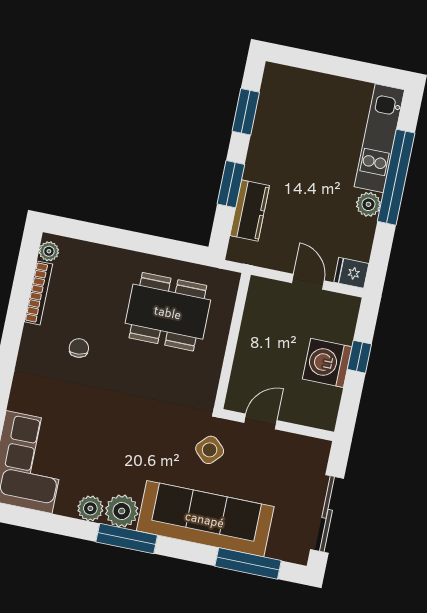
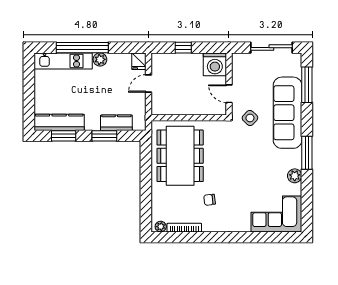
kitchen counter: (271, 109) -> (59, 122), added
dining table: (168, 312) -> (180, 156), width x1.36, depth x1.24
washing machine: (327, 363) -> (215, 64), moved
plant: (122, 511) -> (293, 159), removed

